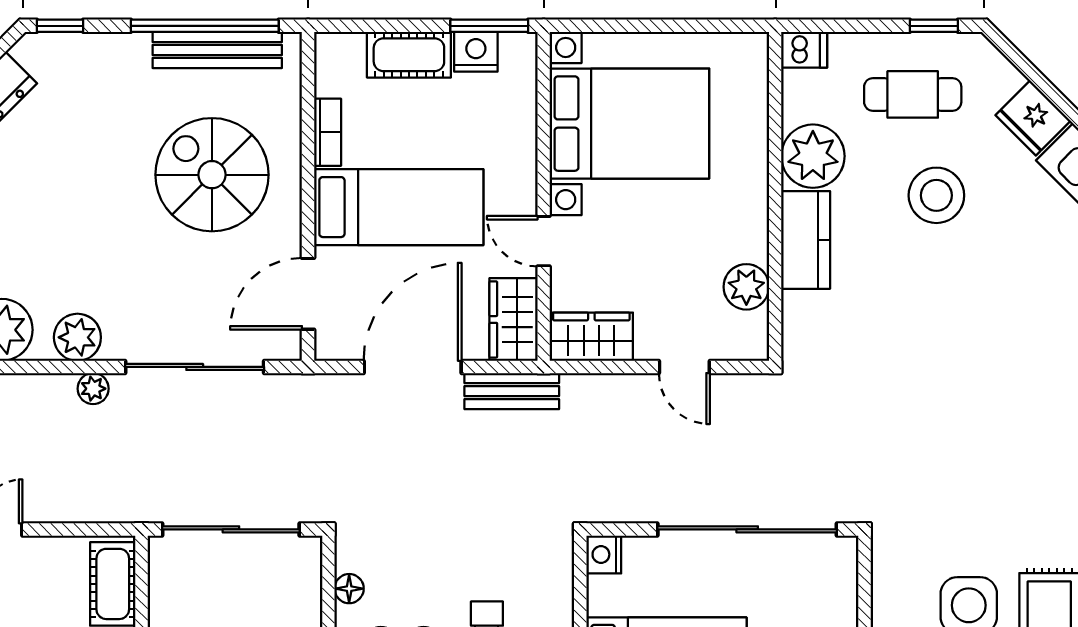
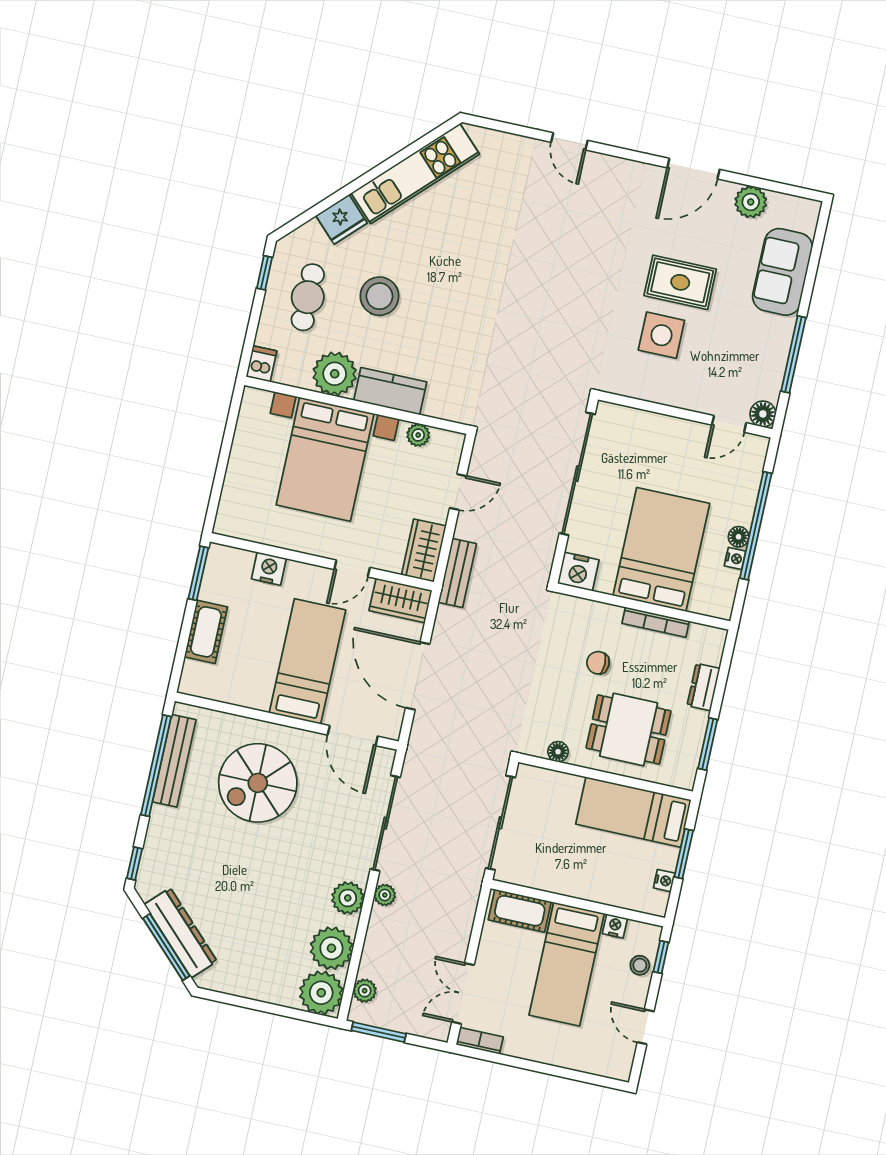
nightstand: (476, 52) -> (269, 569), moved, turned 90
bed with nightstands: (629, 124) -> (325, 459), moved, turned 180
bookcase: (328, 132) -> (246, 698), removed
plant: (746, 287) -> (418, 435), width x0.73, depth x0.73
bench: (512, 391) -> (457, 573), moved
nightstand: (604, 554) -> (578, 572), width x1.36, depth x1.33

